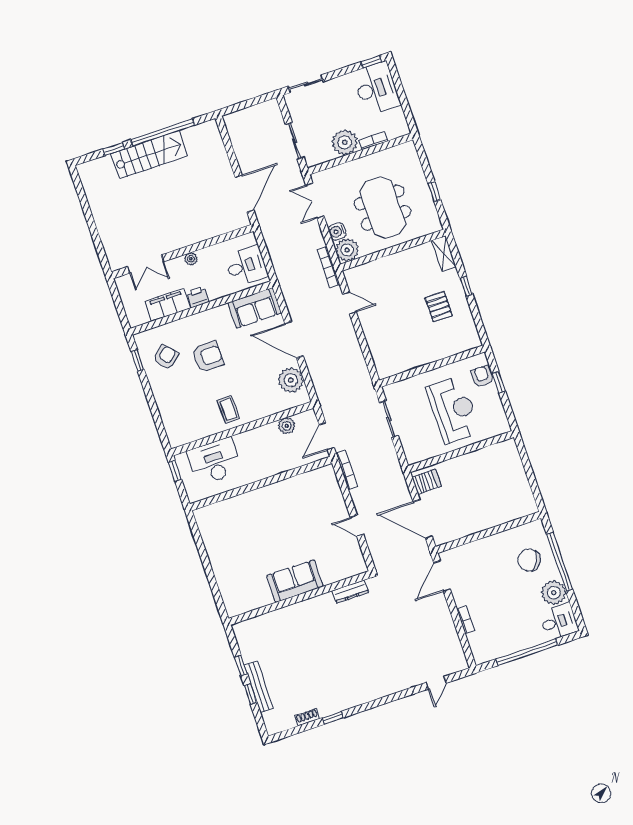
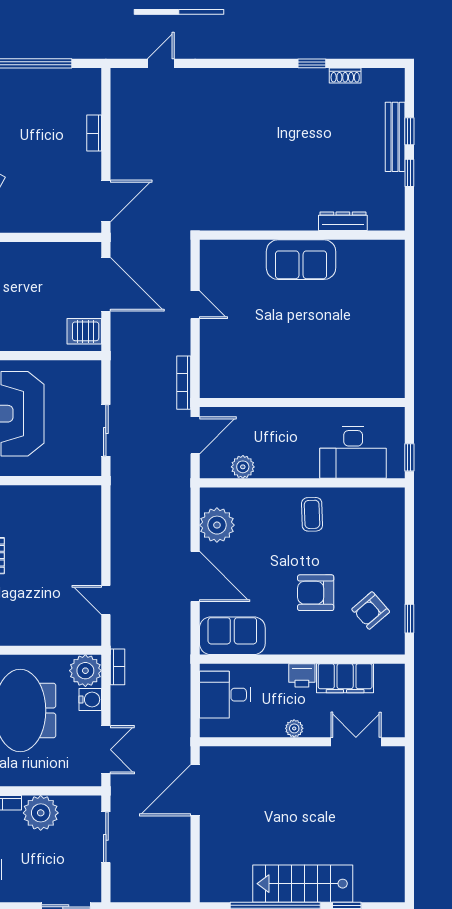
bookcase: (328, 267) -> (117, 667), width x0.64
dresser: (350, 592) -> (343, 221), moved

